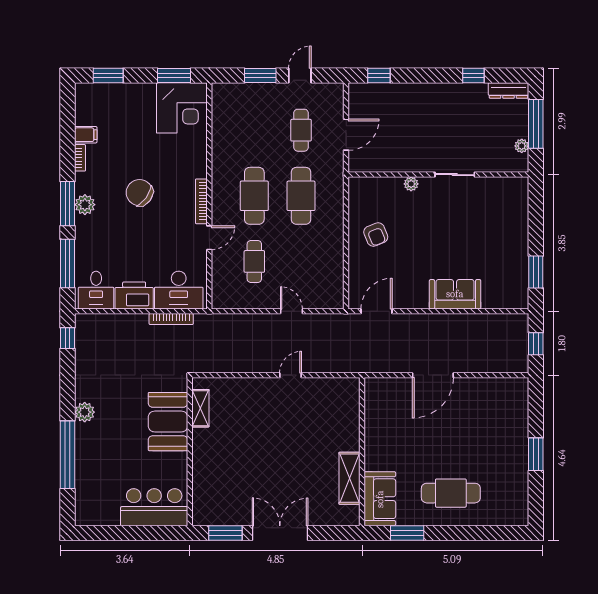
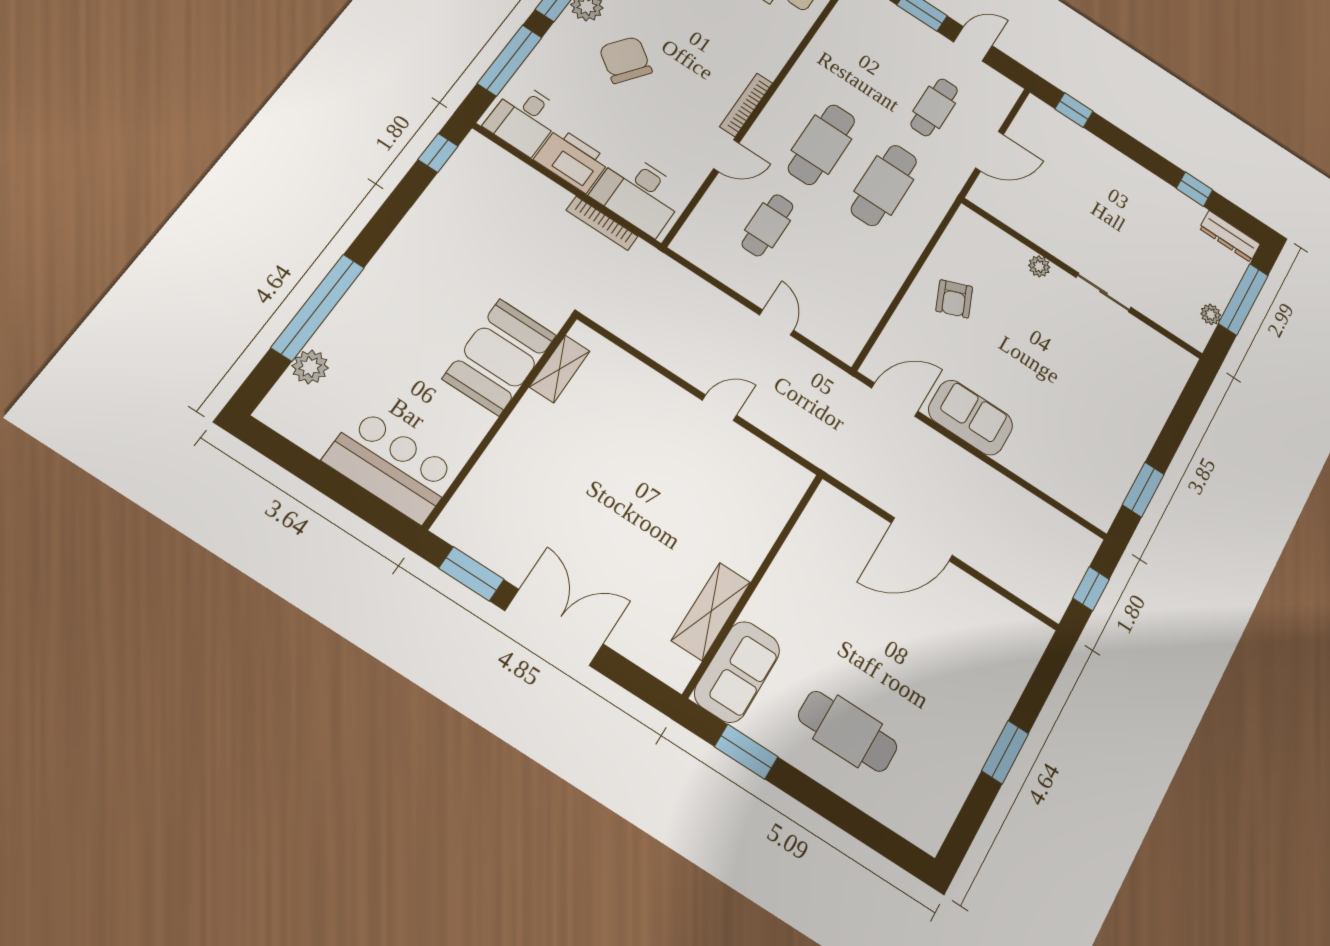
chair: (139, 193) -> (626, 60), moved
sofa: (455, 294) -> (971, 418), moved
plant: (85, 412) -> (310, 367), moved

